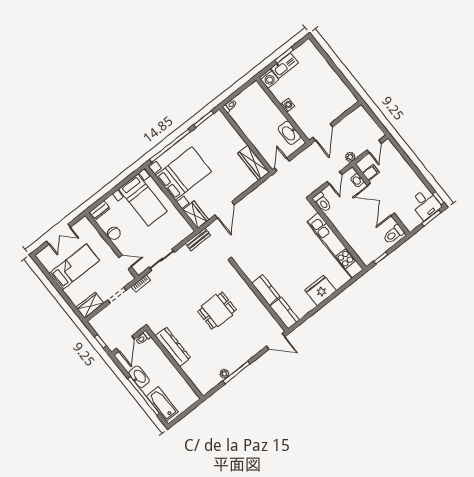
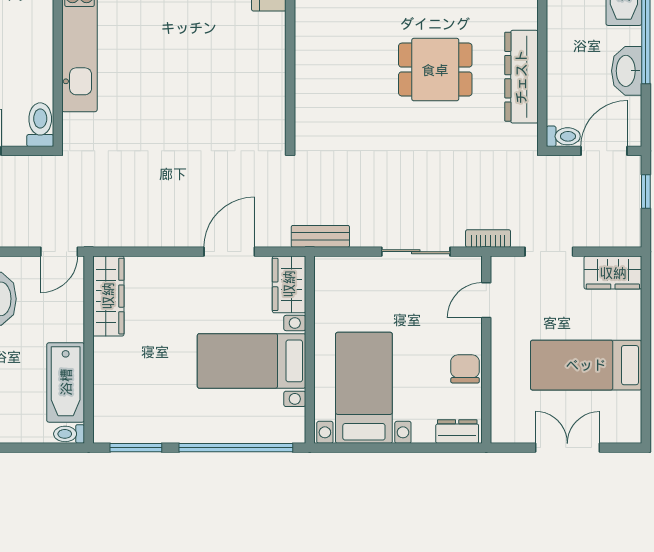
bathtub: (245, 122) -> (66, 382), added
bed with nightstands: (184, 173) -> (252, 361), width x0.73
door: (125, 262) -> (486, 300), hinge flipped
kitchen counter: (266, 290) -> (270, 46), removed
dining table: (217, 311) -> (435, 70), moved

